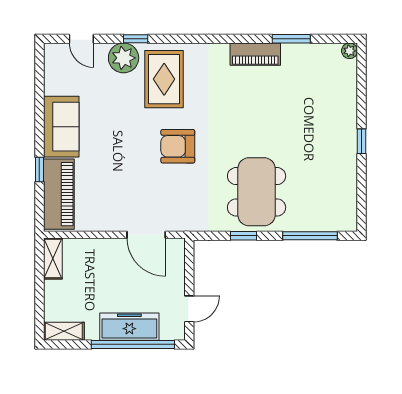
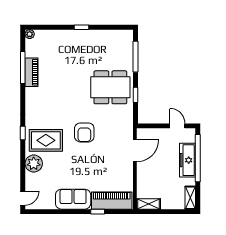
door: (81, 39) -> (23, 198), moved
window: (136, 39) -> (23, 133), moved
window: (291, 39) -> (23, 67), width x1.44
piano: (255, 54) -> (32, 72), moved

